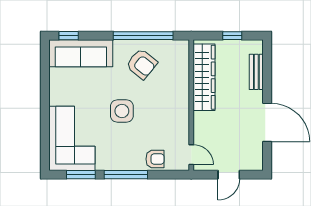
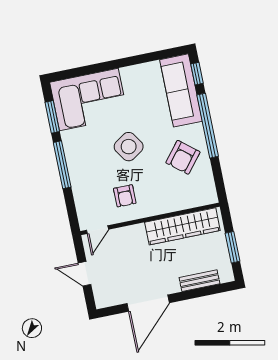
window: (143, 36) -> (208, 126), moved
window: (232, 36) -> (233, 247), width x1.50
side table: (122, 111) -> (129, 147), turned -34
armchair: (155, 159) -> (125, 196), moved

